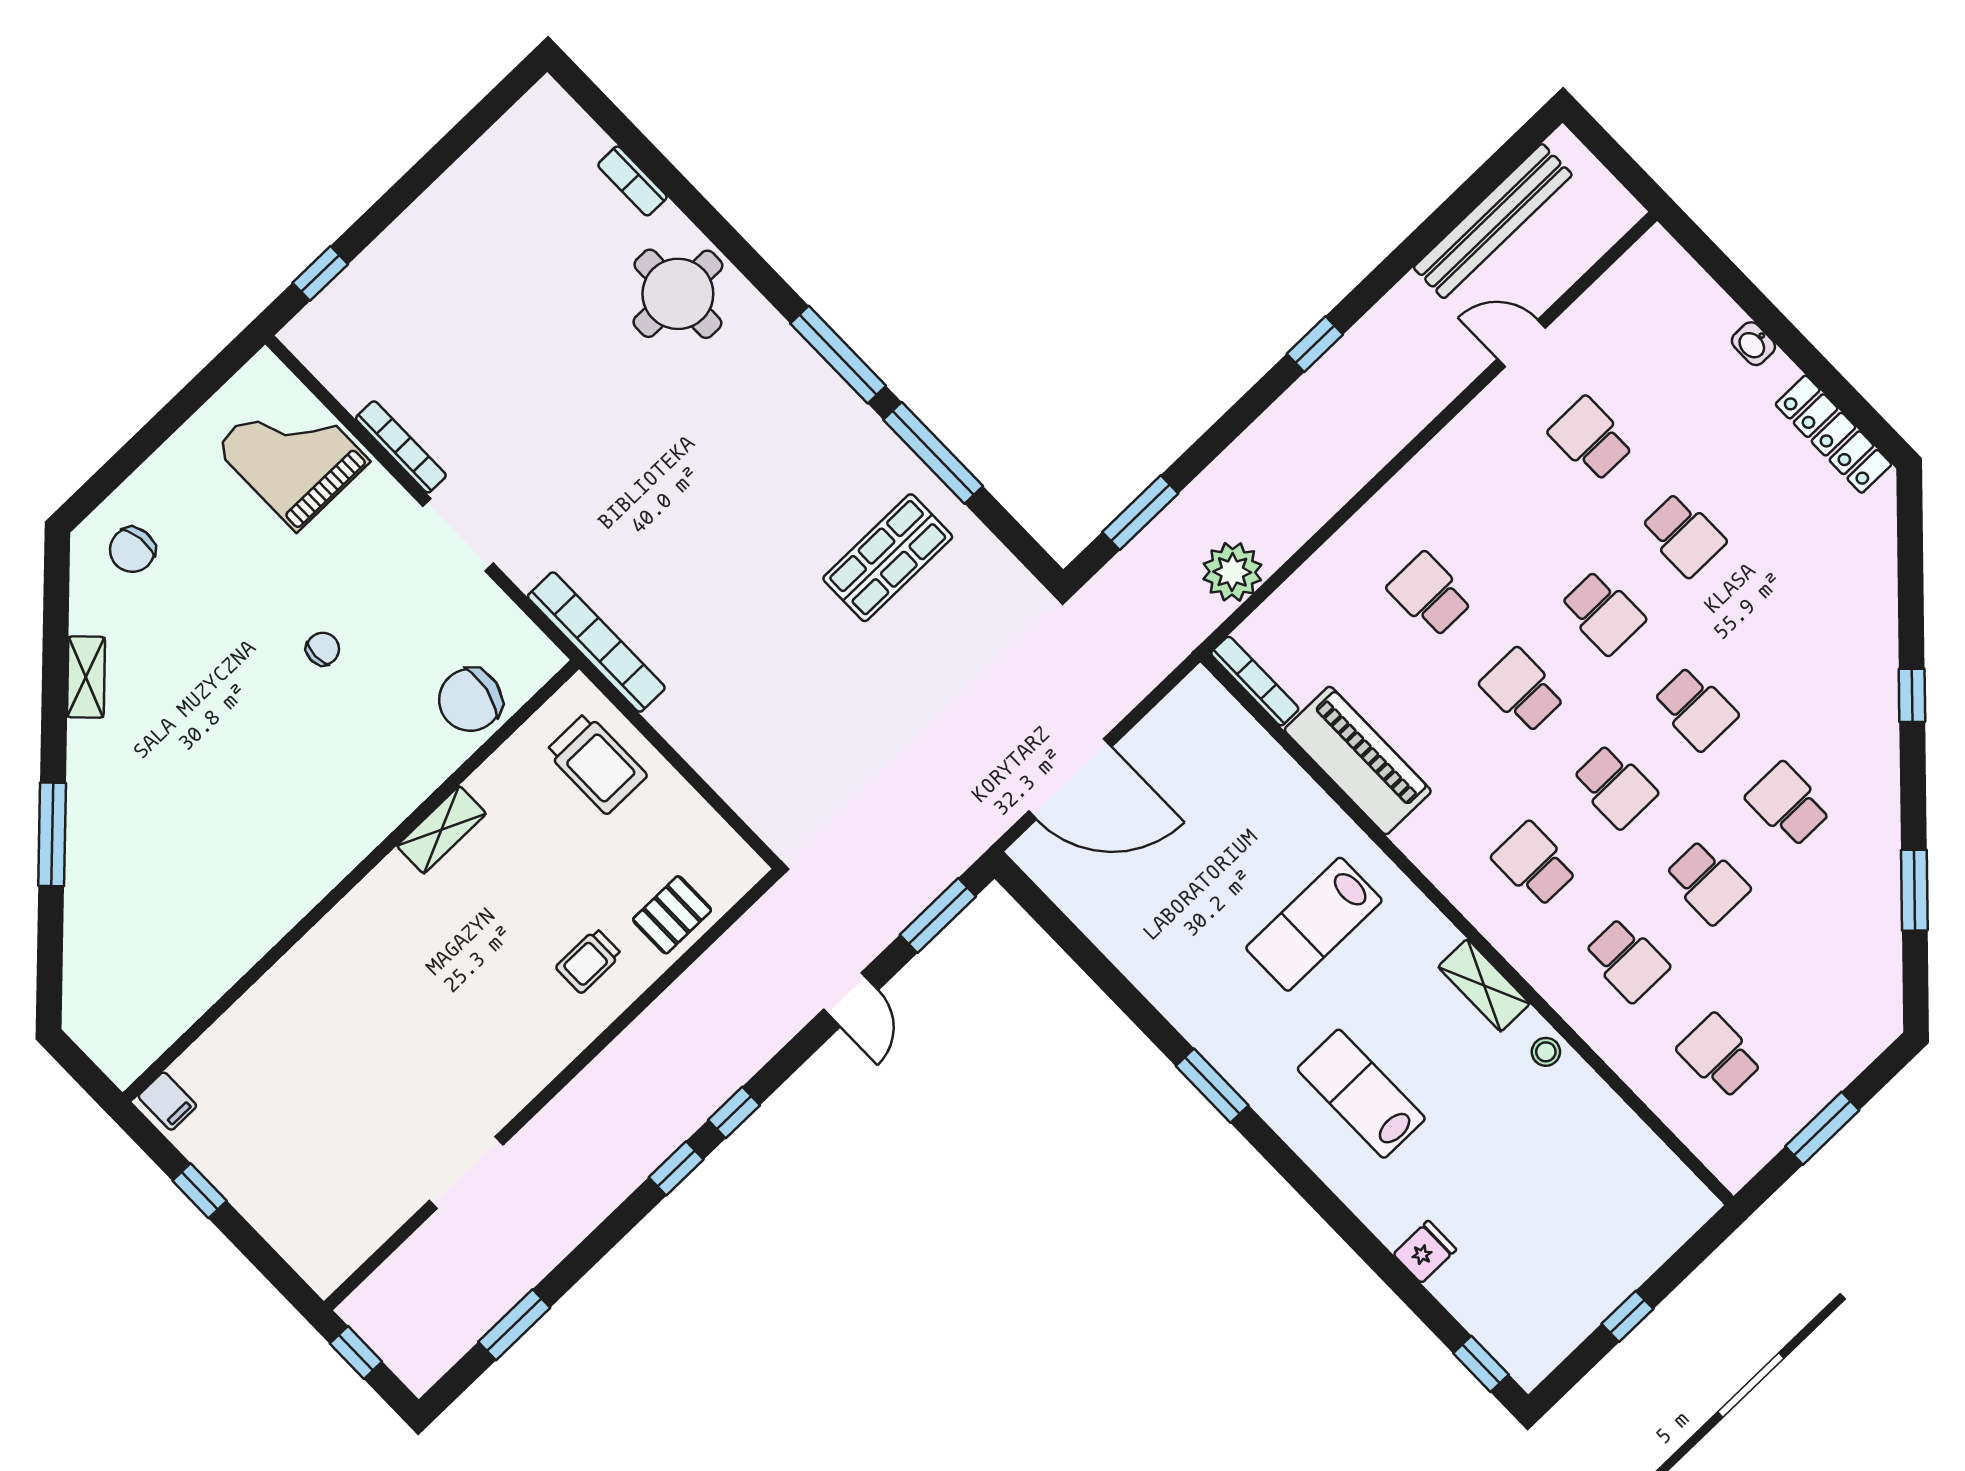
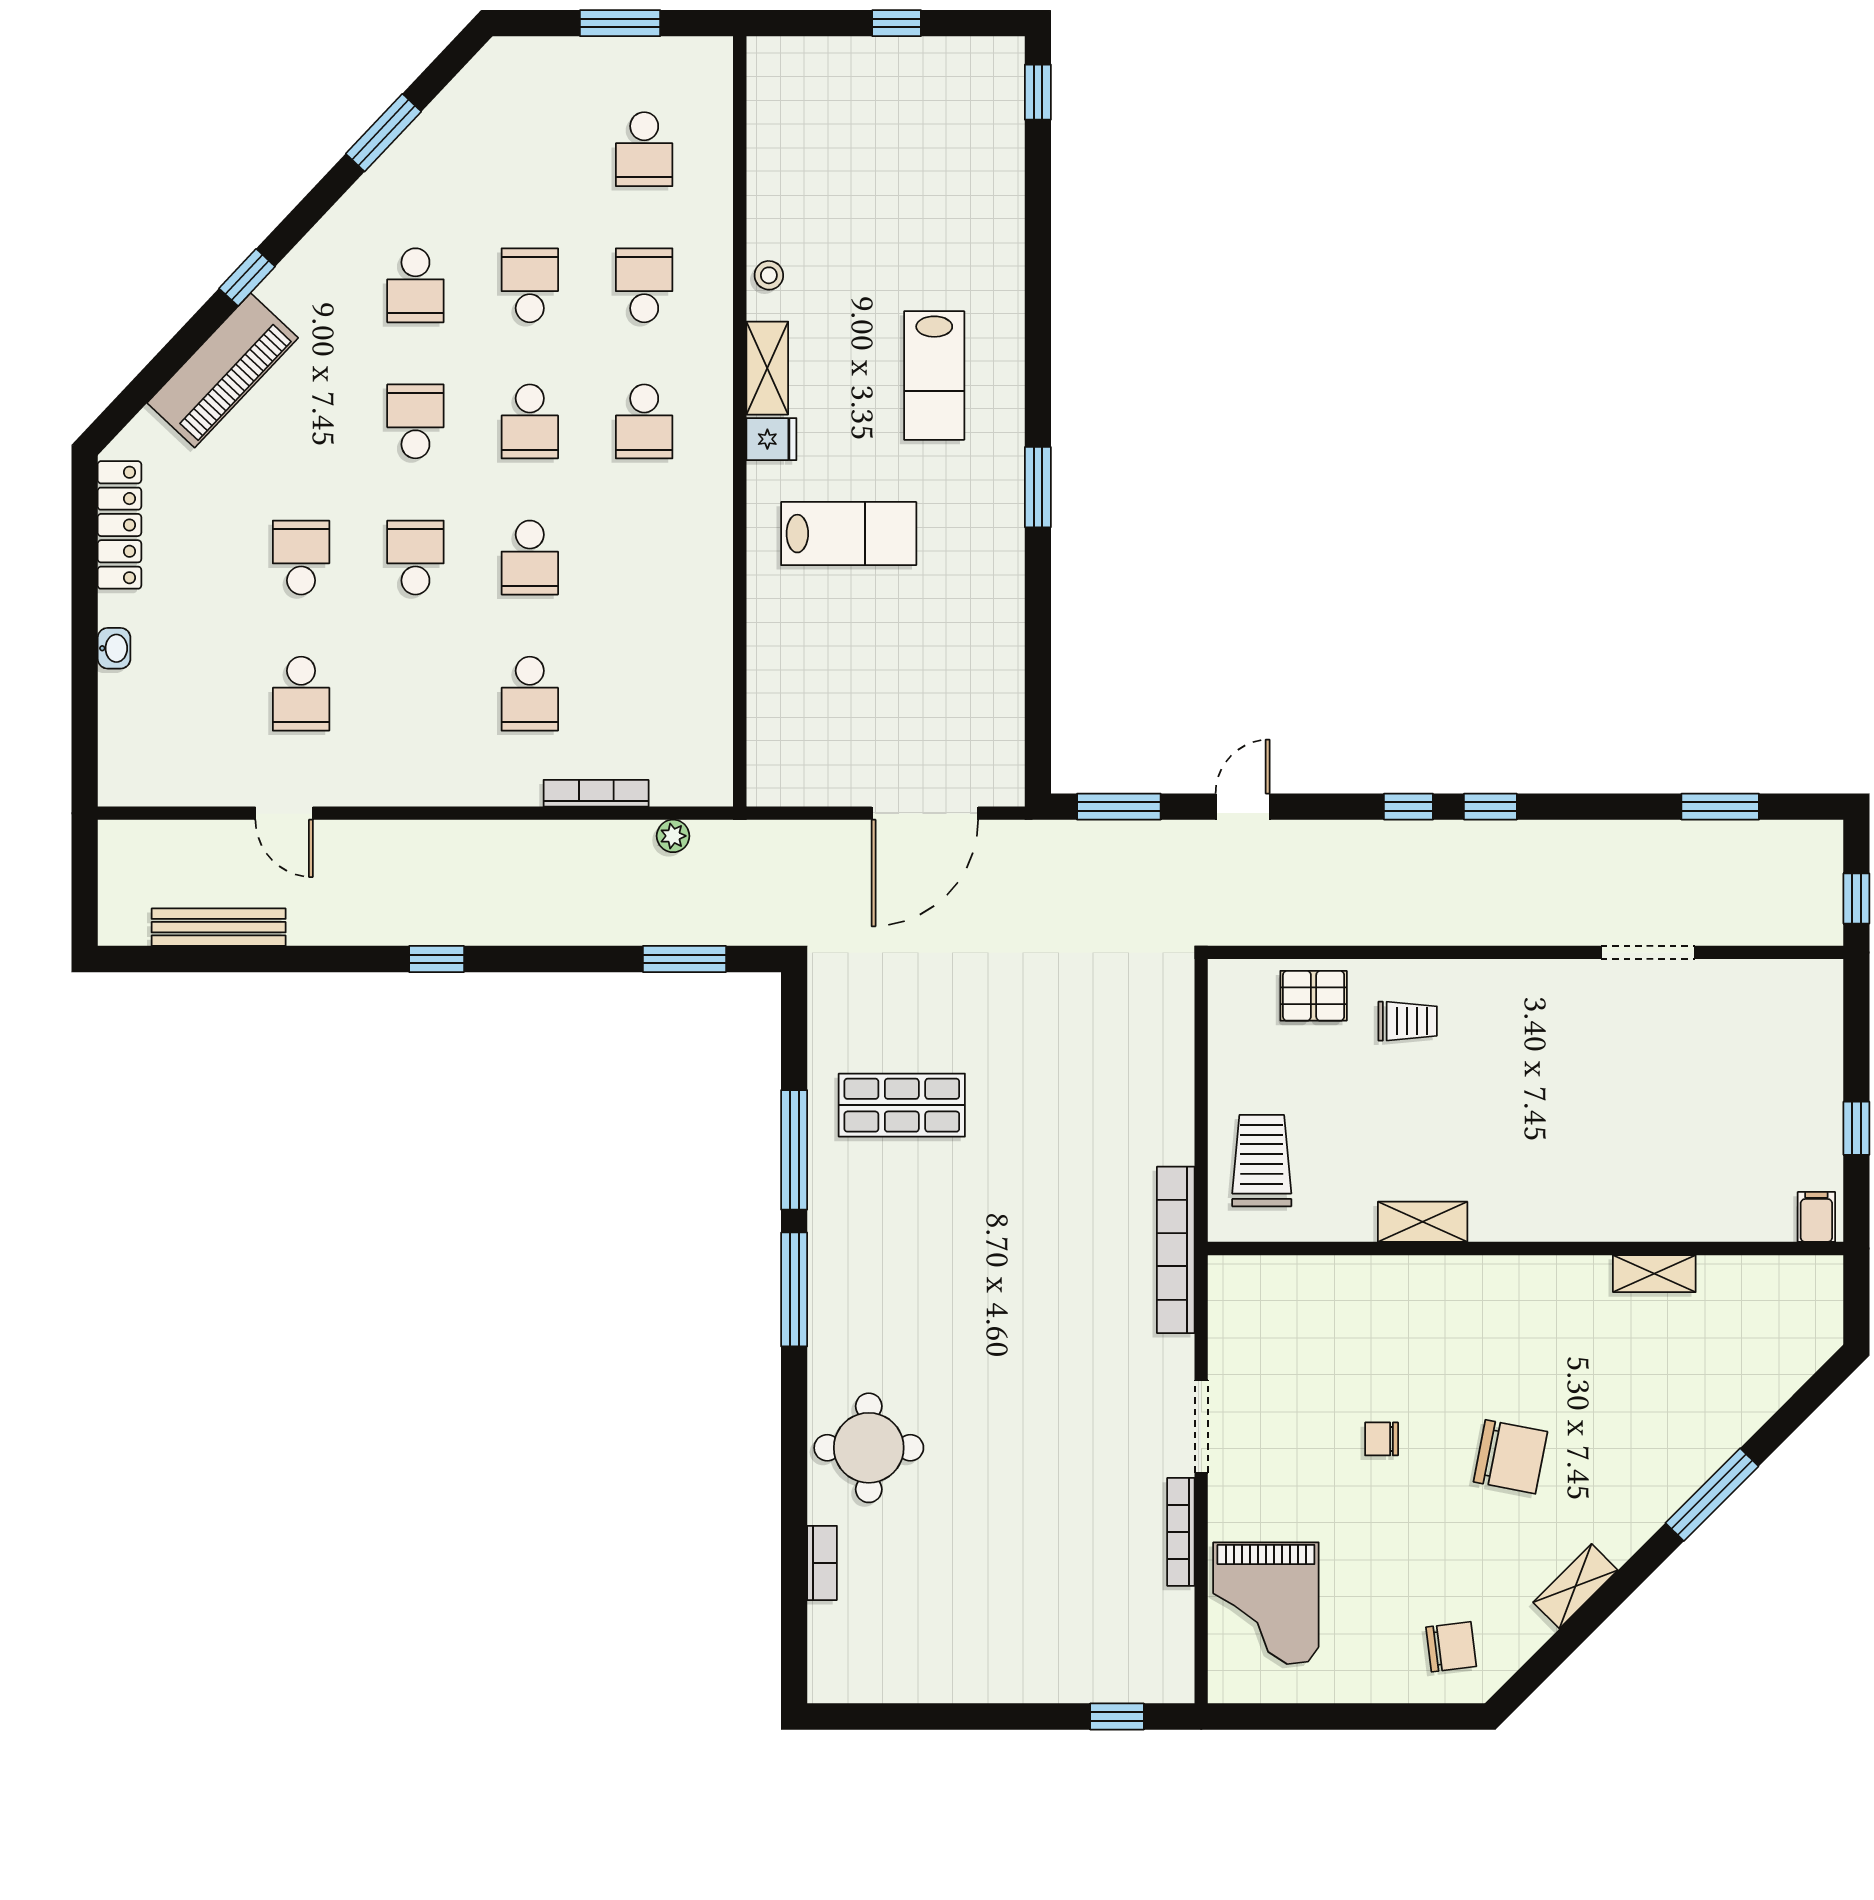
bench: (1493, 221) -> (219, 927), width x0.73, depth x0.82
plant: (1232, 572) -> (673, 836), width x0.53, depth x0.53
bookcase: (1255, 681) -> (596, 793), moved, turned 90
chair: (470, 700) -> (1510, 1457), moved
piano: (1358, 760) -> (223, 370), moved, turned -137
door: (1070, 779) -> (925, 813), swing flipped
school desk: (1615, 786) -> (530, 421), turned 180
shelving: (243, 951) -> (1654, 1274), added
fridge: (1425, 1252) -> (771, 439), moved, turned 180

